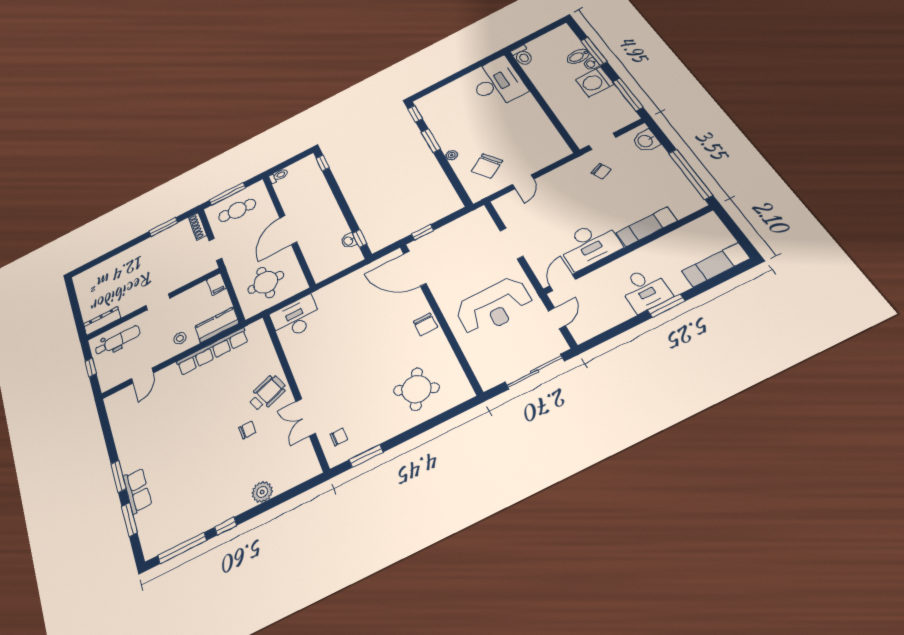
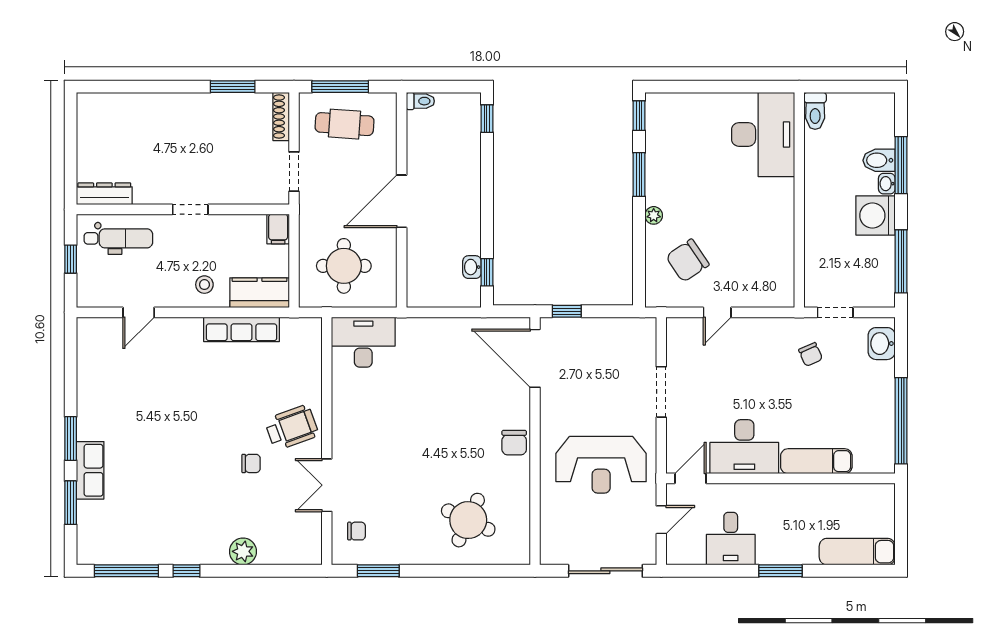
desk: (645, 290) -> (731, 539), moved
row of seats: (212, 351) -> (241, 329), width x0.73

